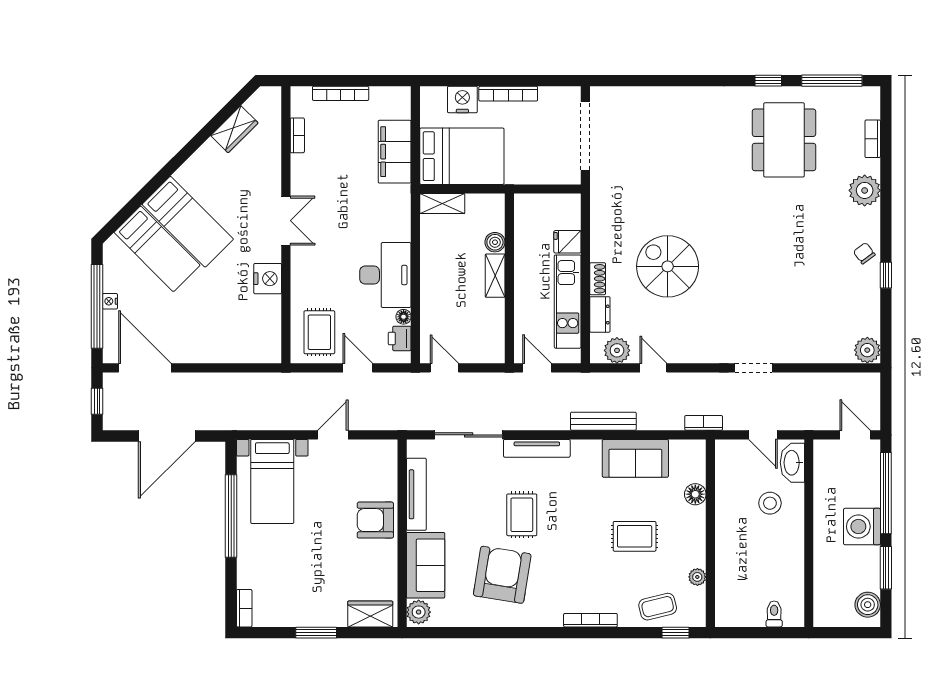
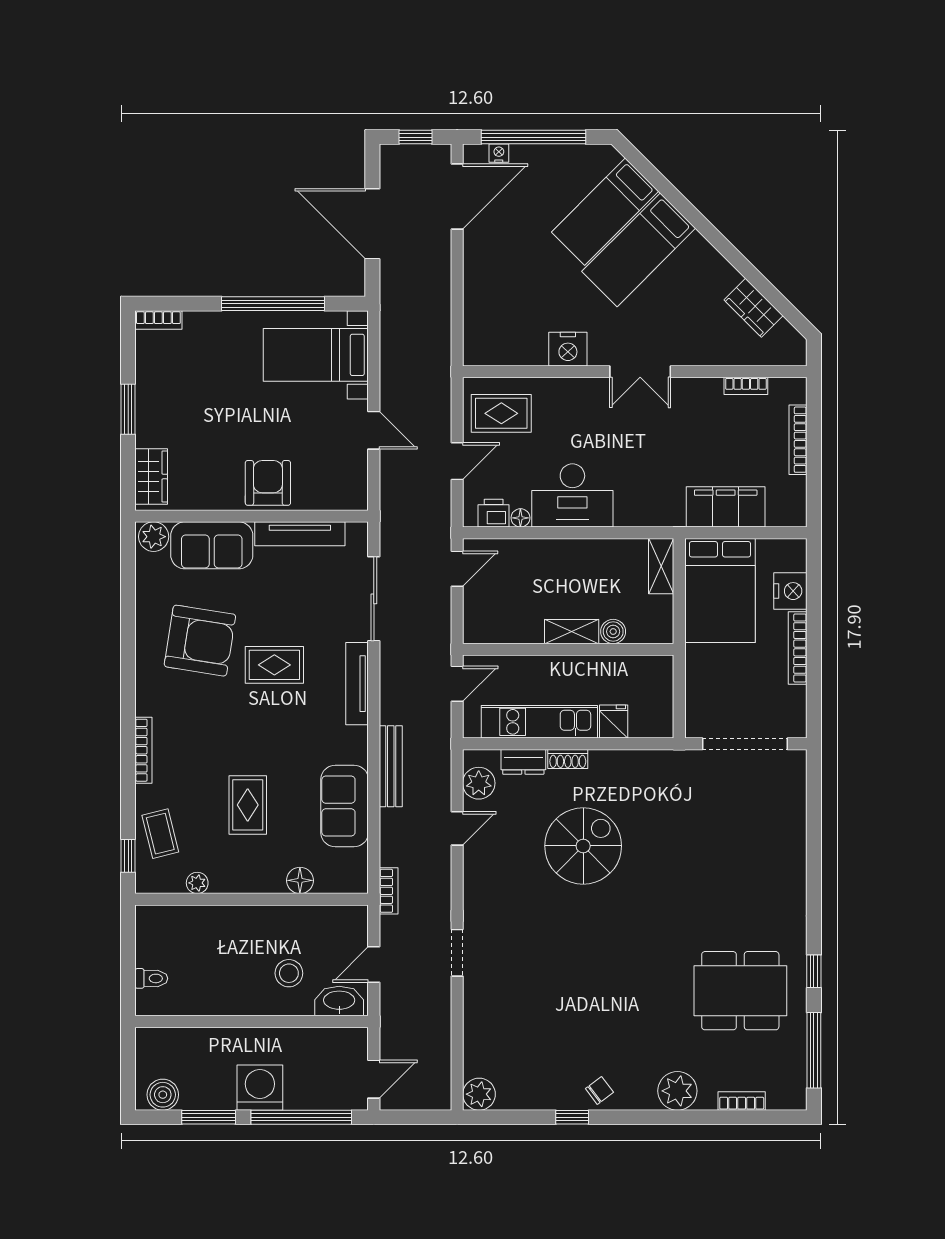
nightstand: (110, 301) -> (499, 153), moved

